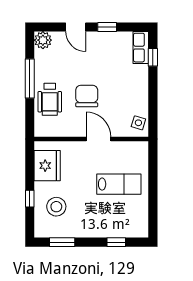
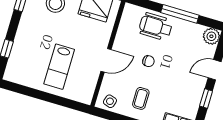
coffee table: (126, 93) -> (141, 98), added
chair: (87, 96) -> (148, 61), width x0.54, depth x0.54

